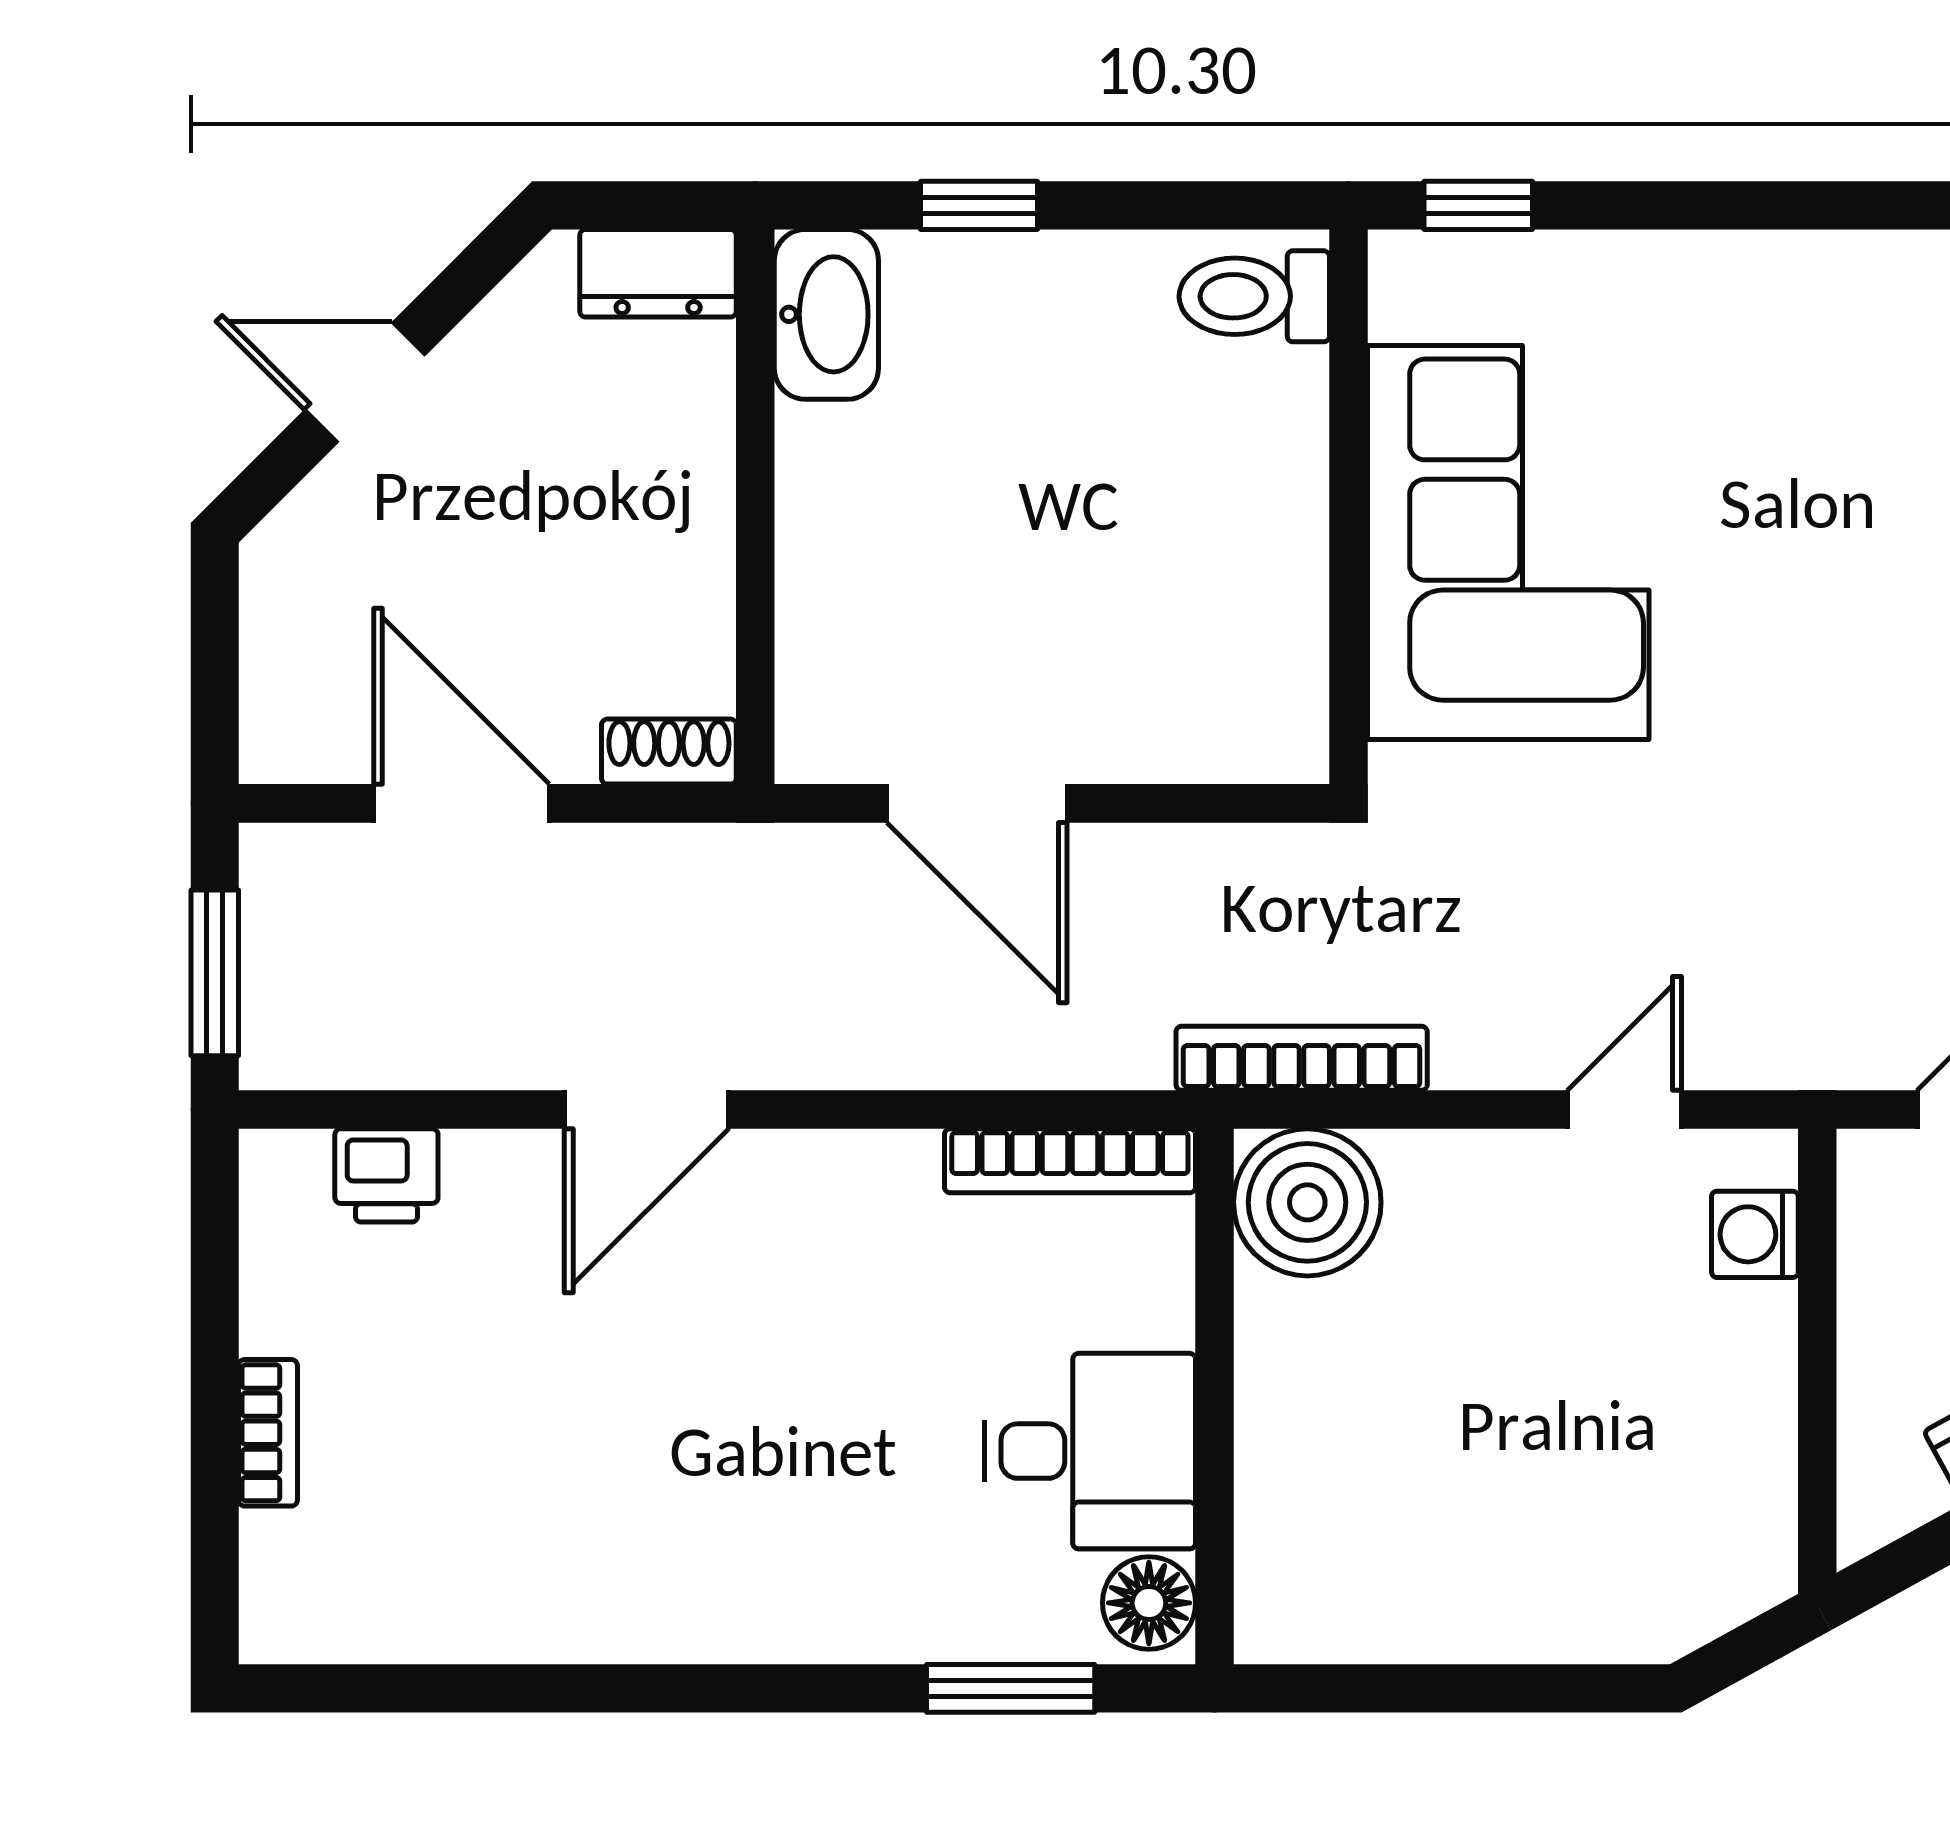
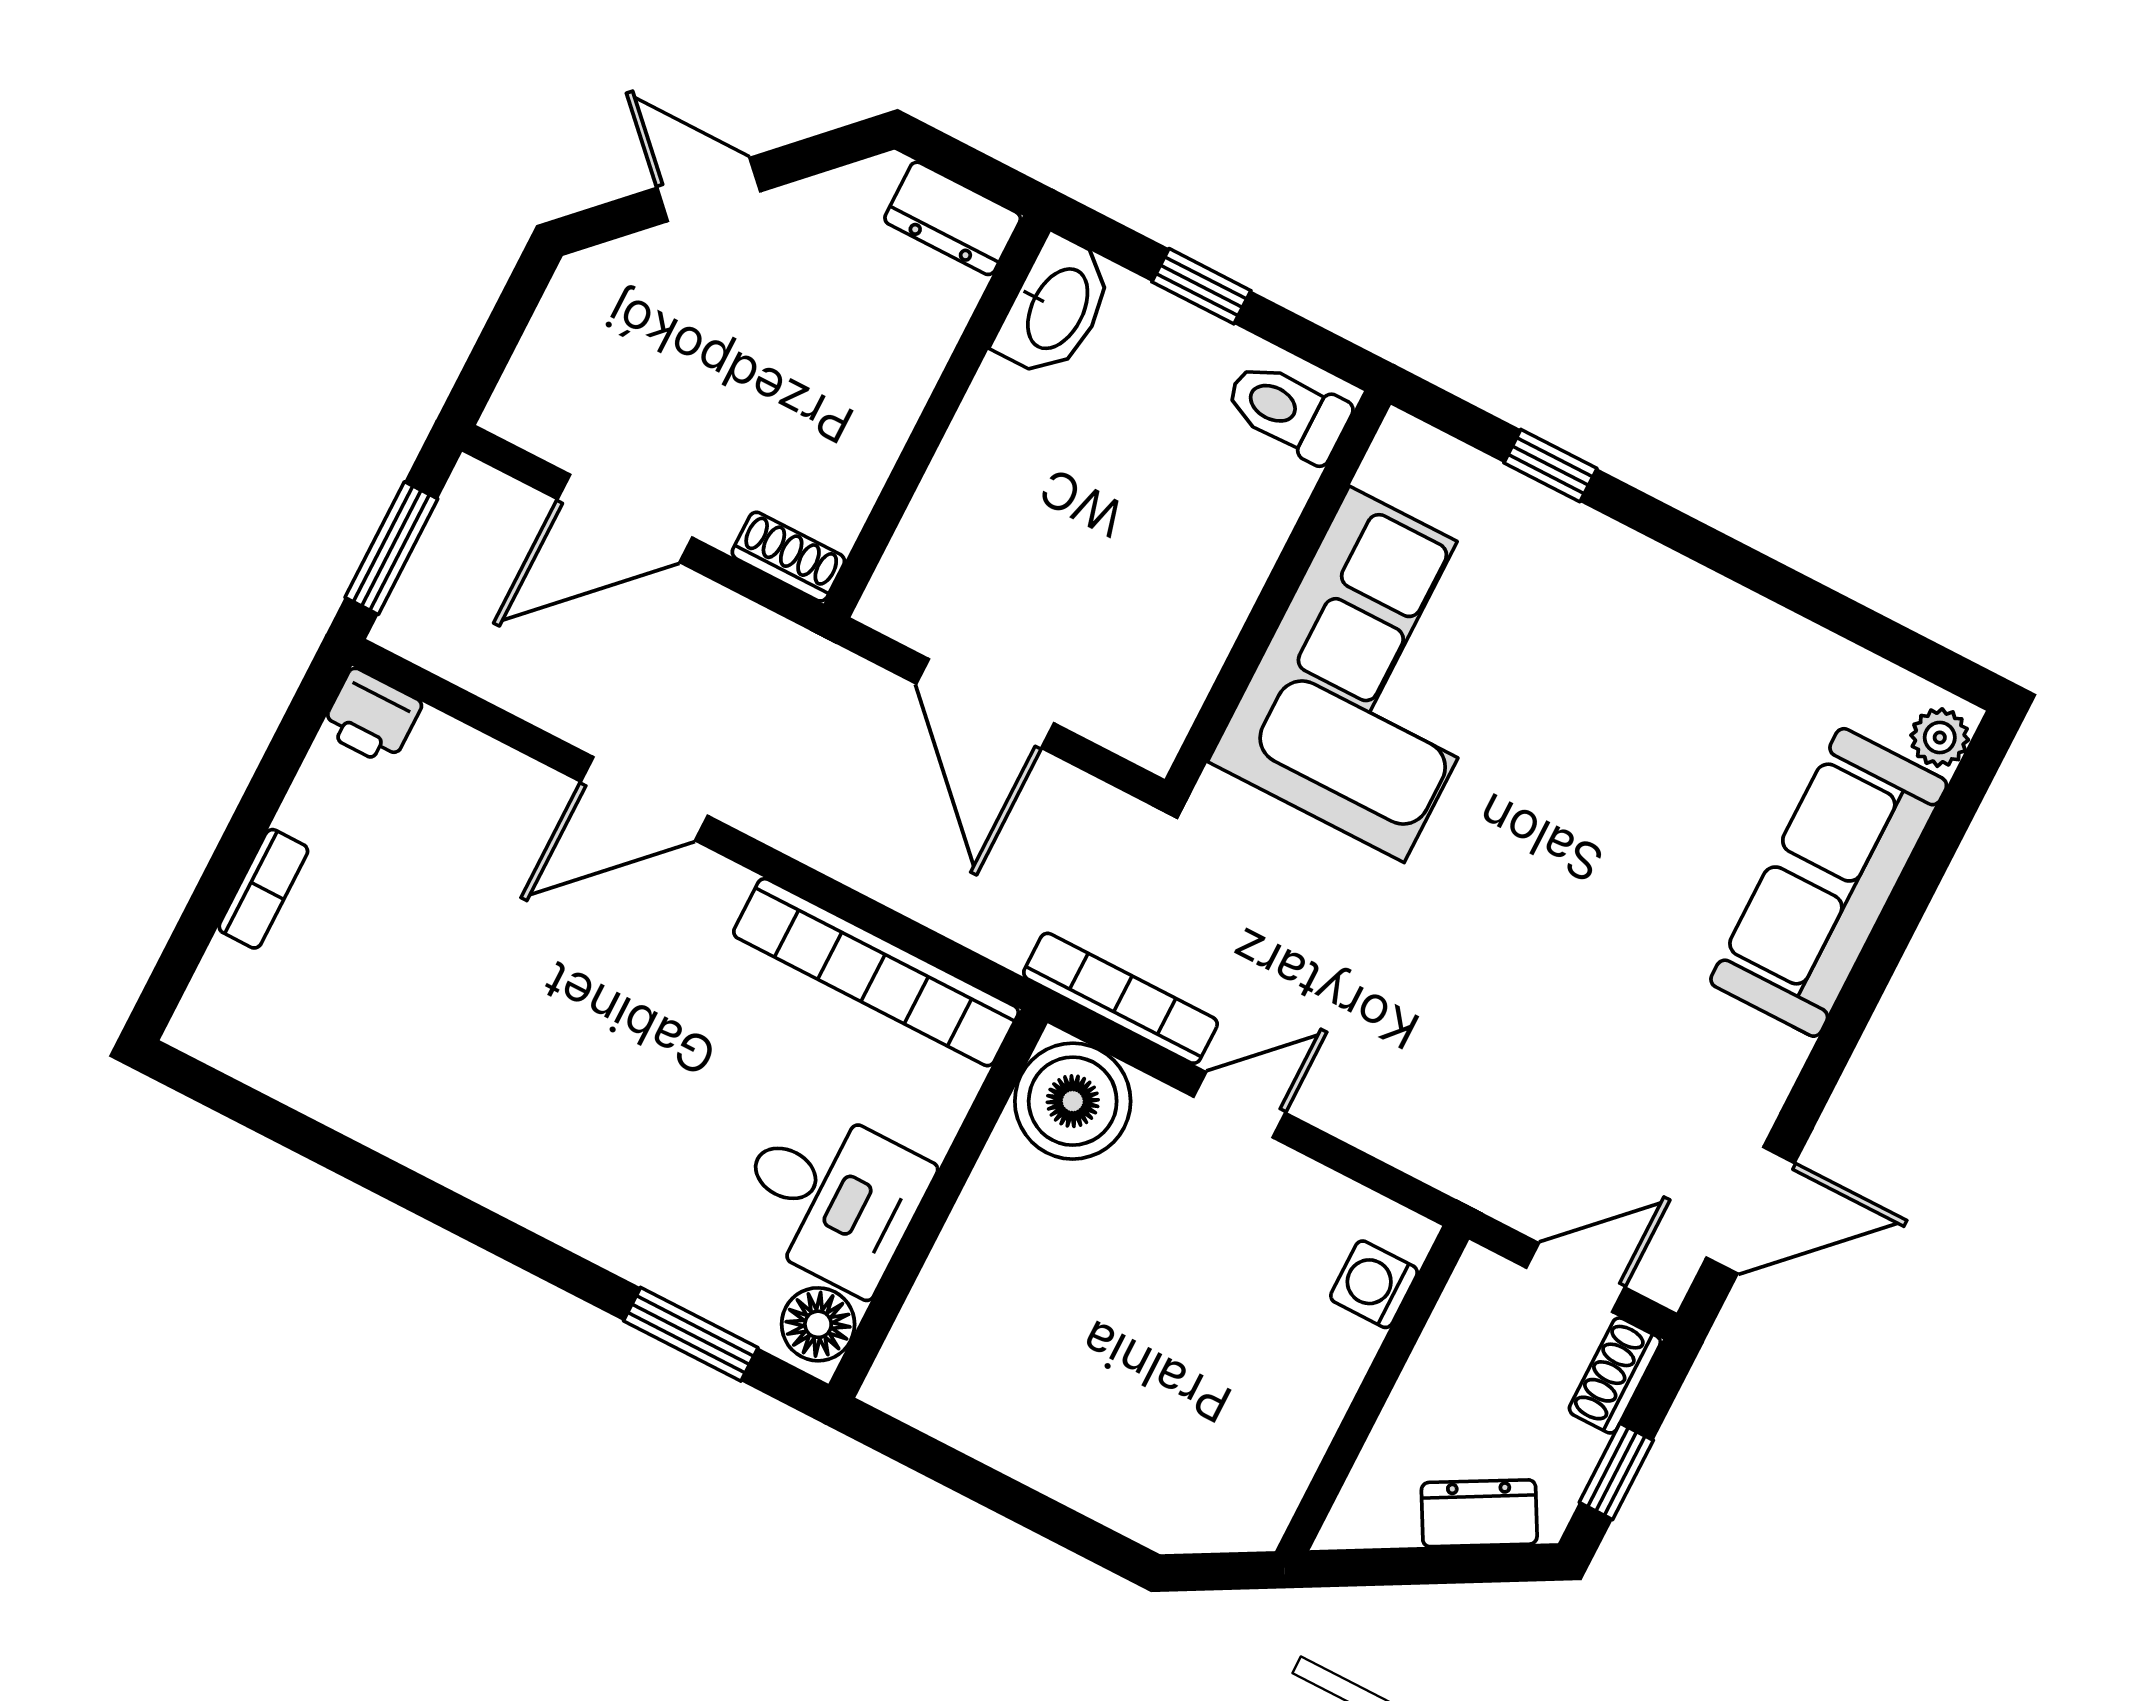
toilet: (1254, 296) -> (1288, 411), moved
wall: (1348, 507) -> (1278, 592), moved
corner sofa: (1508, 543) -> (1377, 674), moved
door: (462, 803) -> (625, 518), swing flipped
door: (1624, 1110) -> (1239, 1105), moved
bookcase: (1070, 1161) -> (876, 972), width x1.48, depth x1.31
printer: (386, 1175) -> (371, 717), moved

